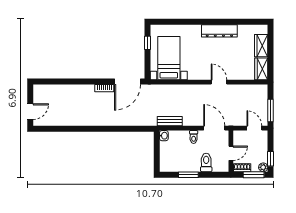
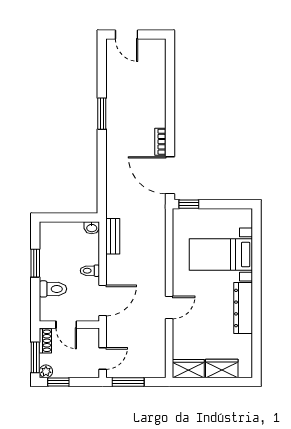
window: (148, 43) -> (189, 204), moved
bed with nightstands: (169, 58) -> (221, 254), moved, turned 180
window: (85, 129) -> (102, 114), added

